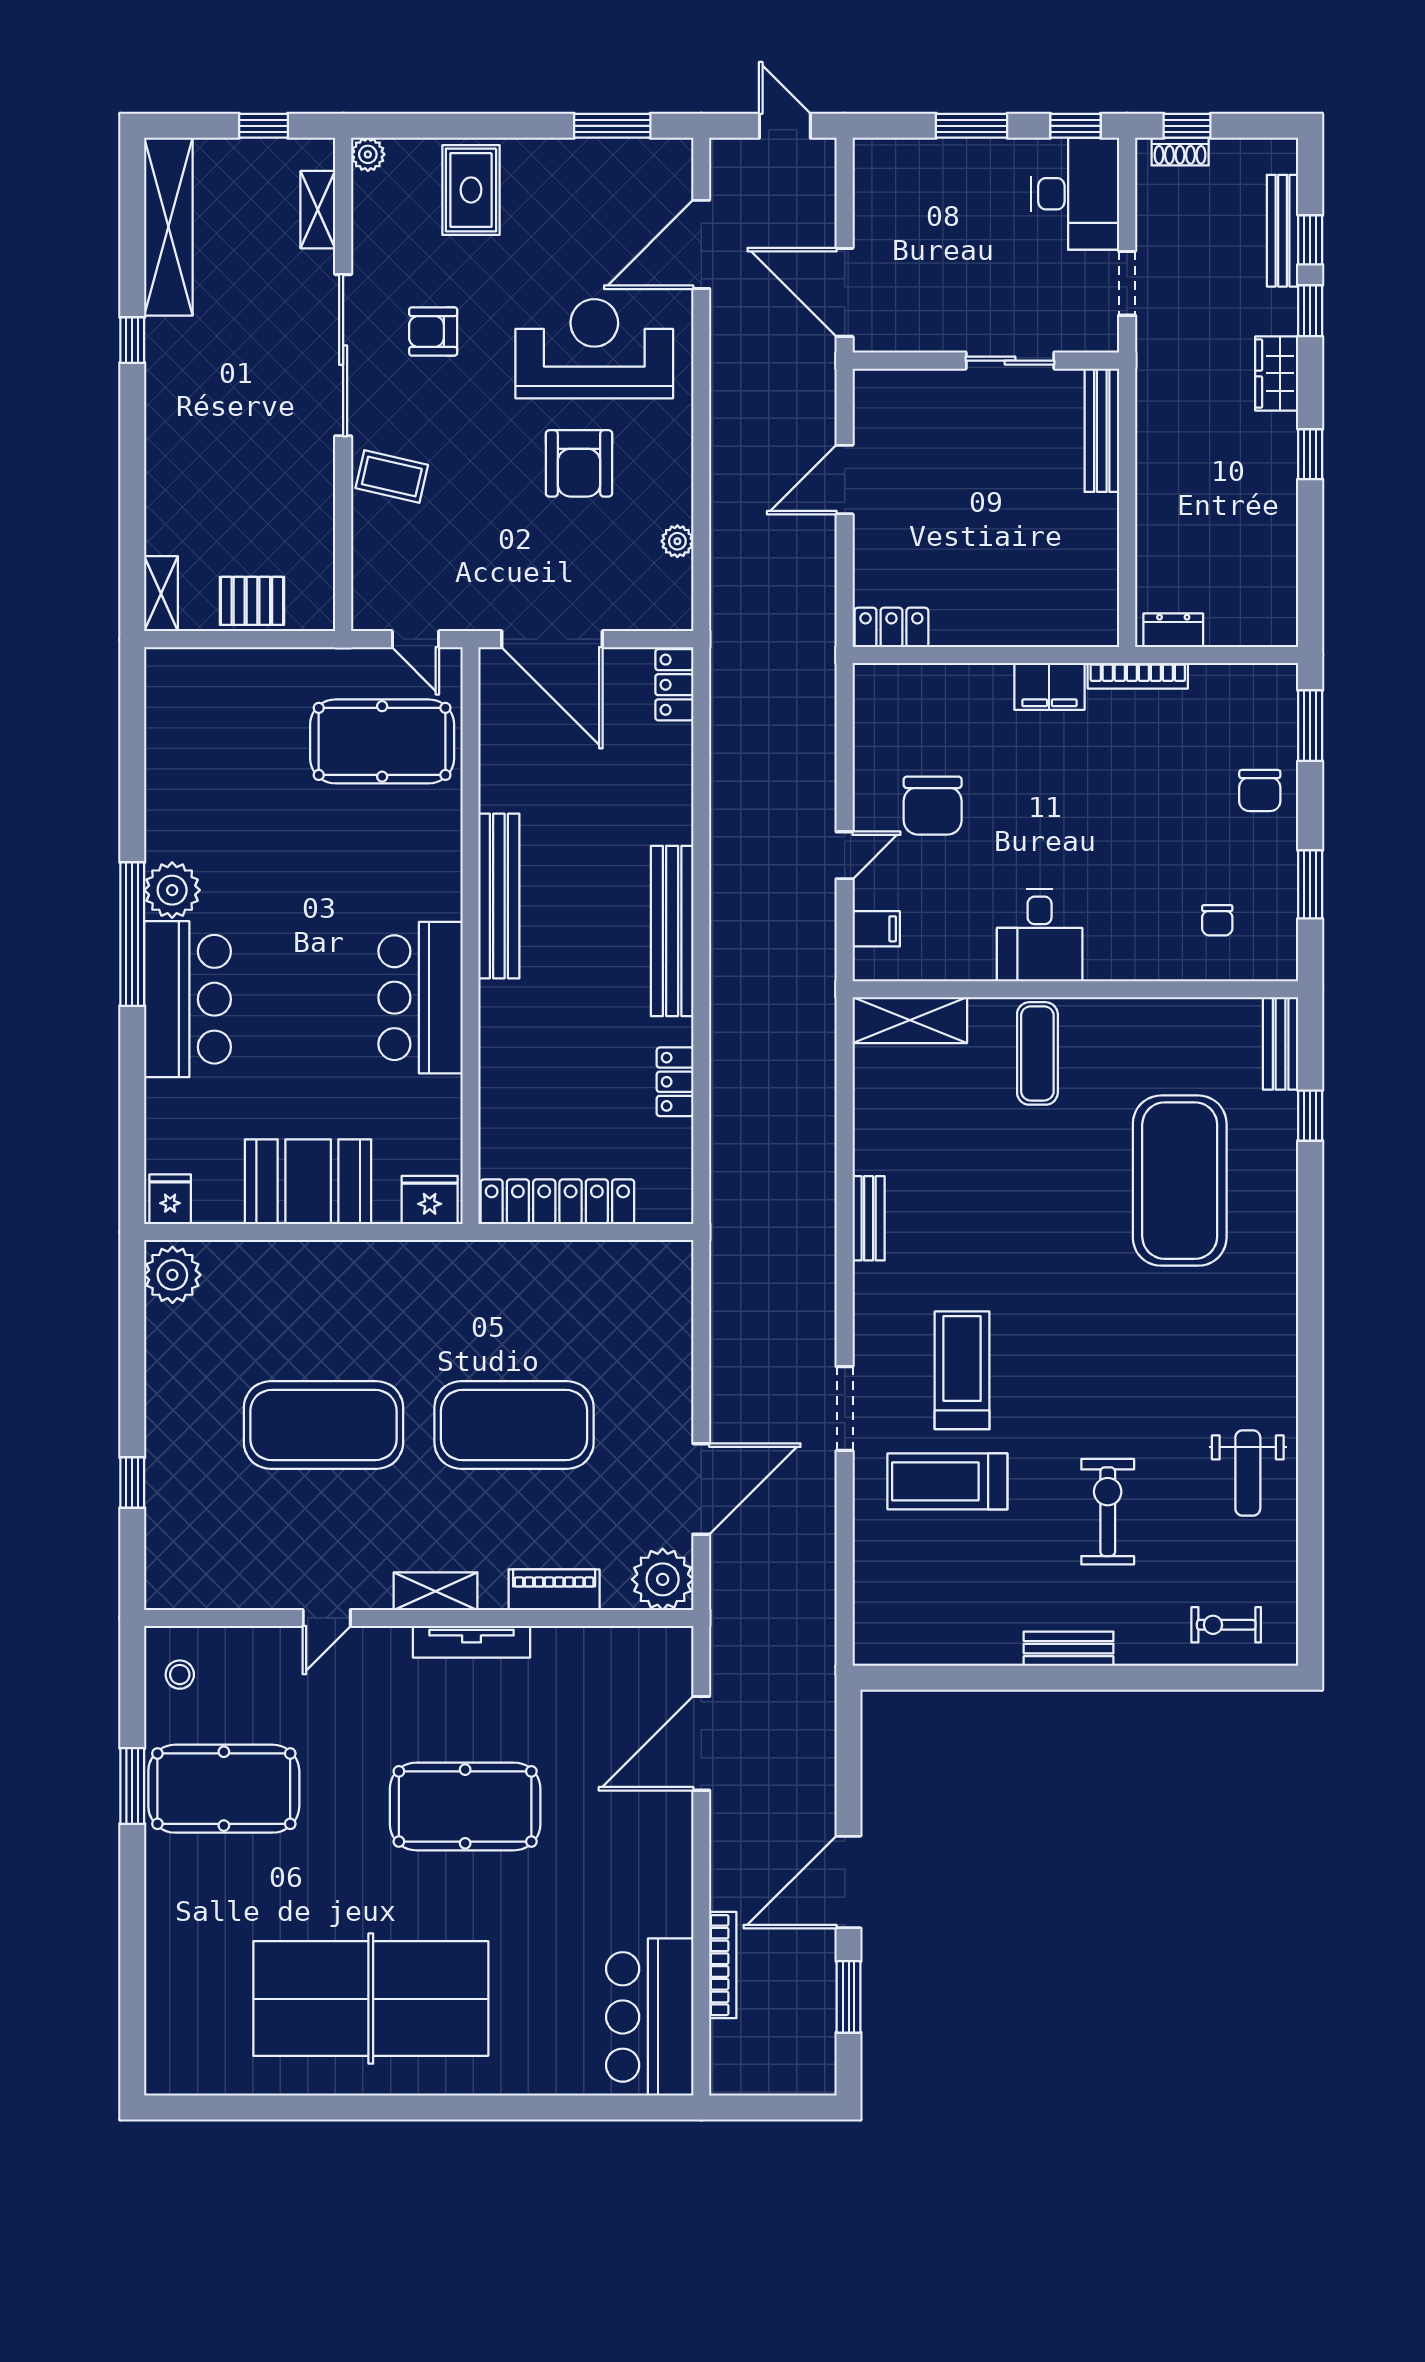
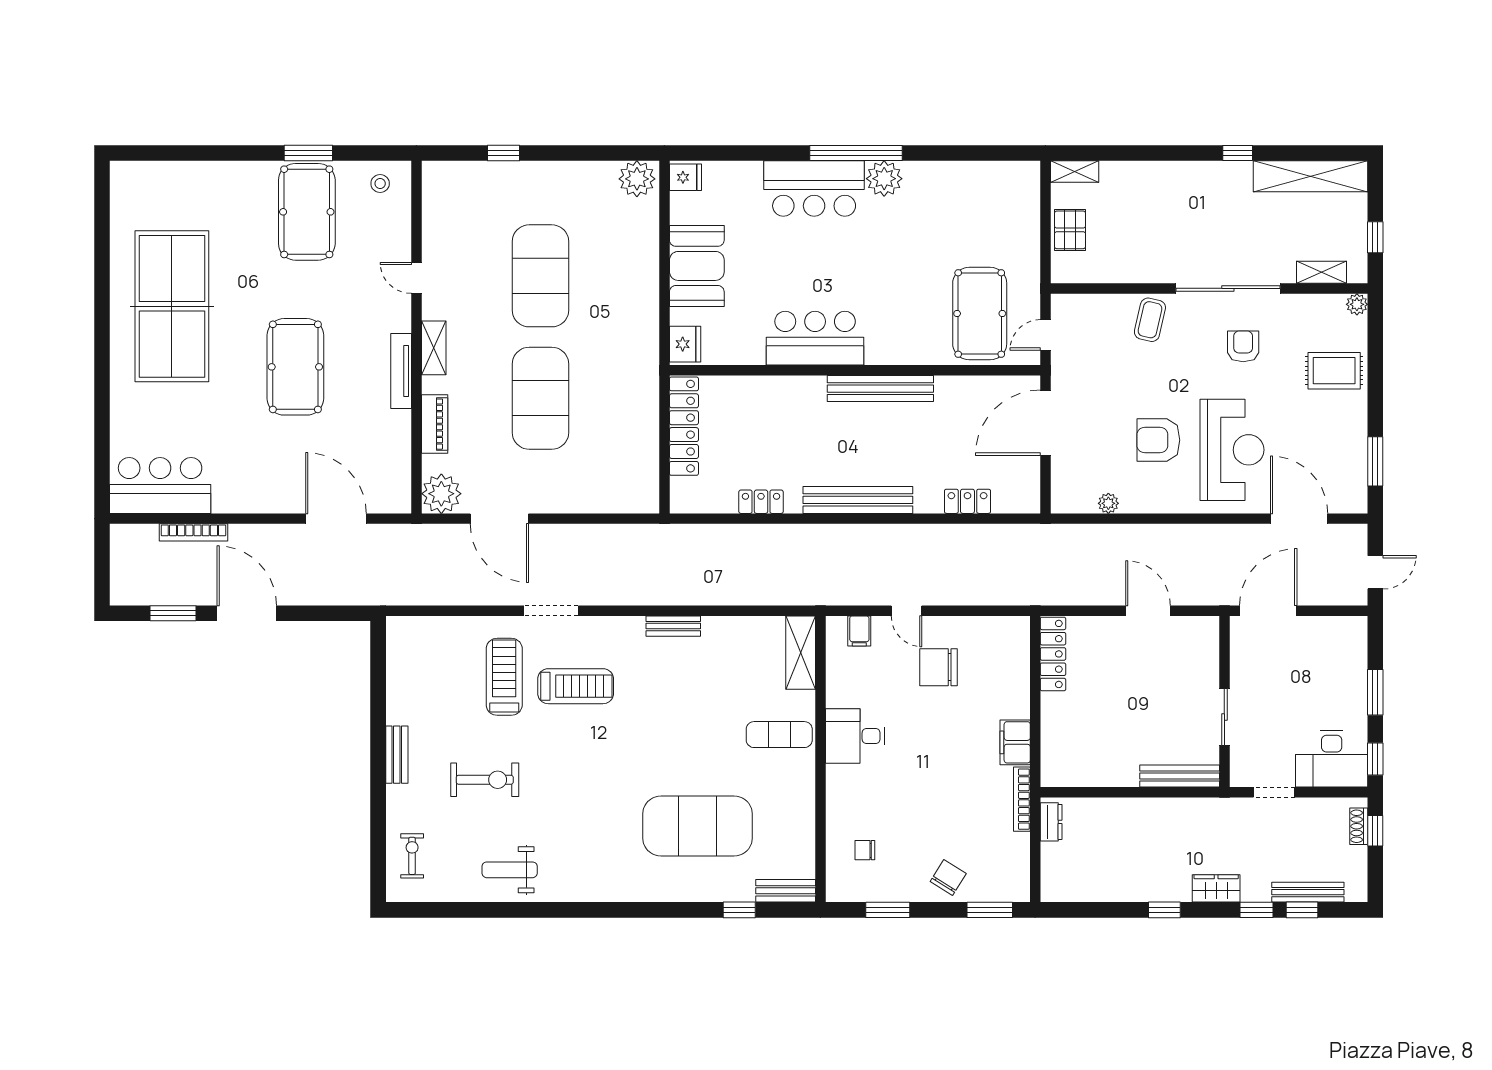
locker: (891, 627) -> (1053, 654), width x1.53
locker: (674, 685) -> (967, 501), moved
chair: (1260, 791) -> (948, 877), turned 122

